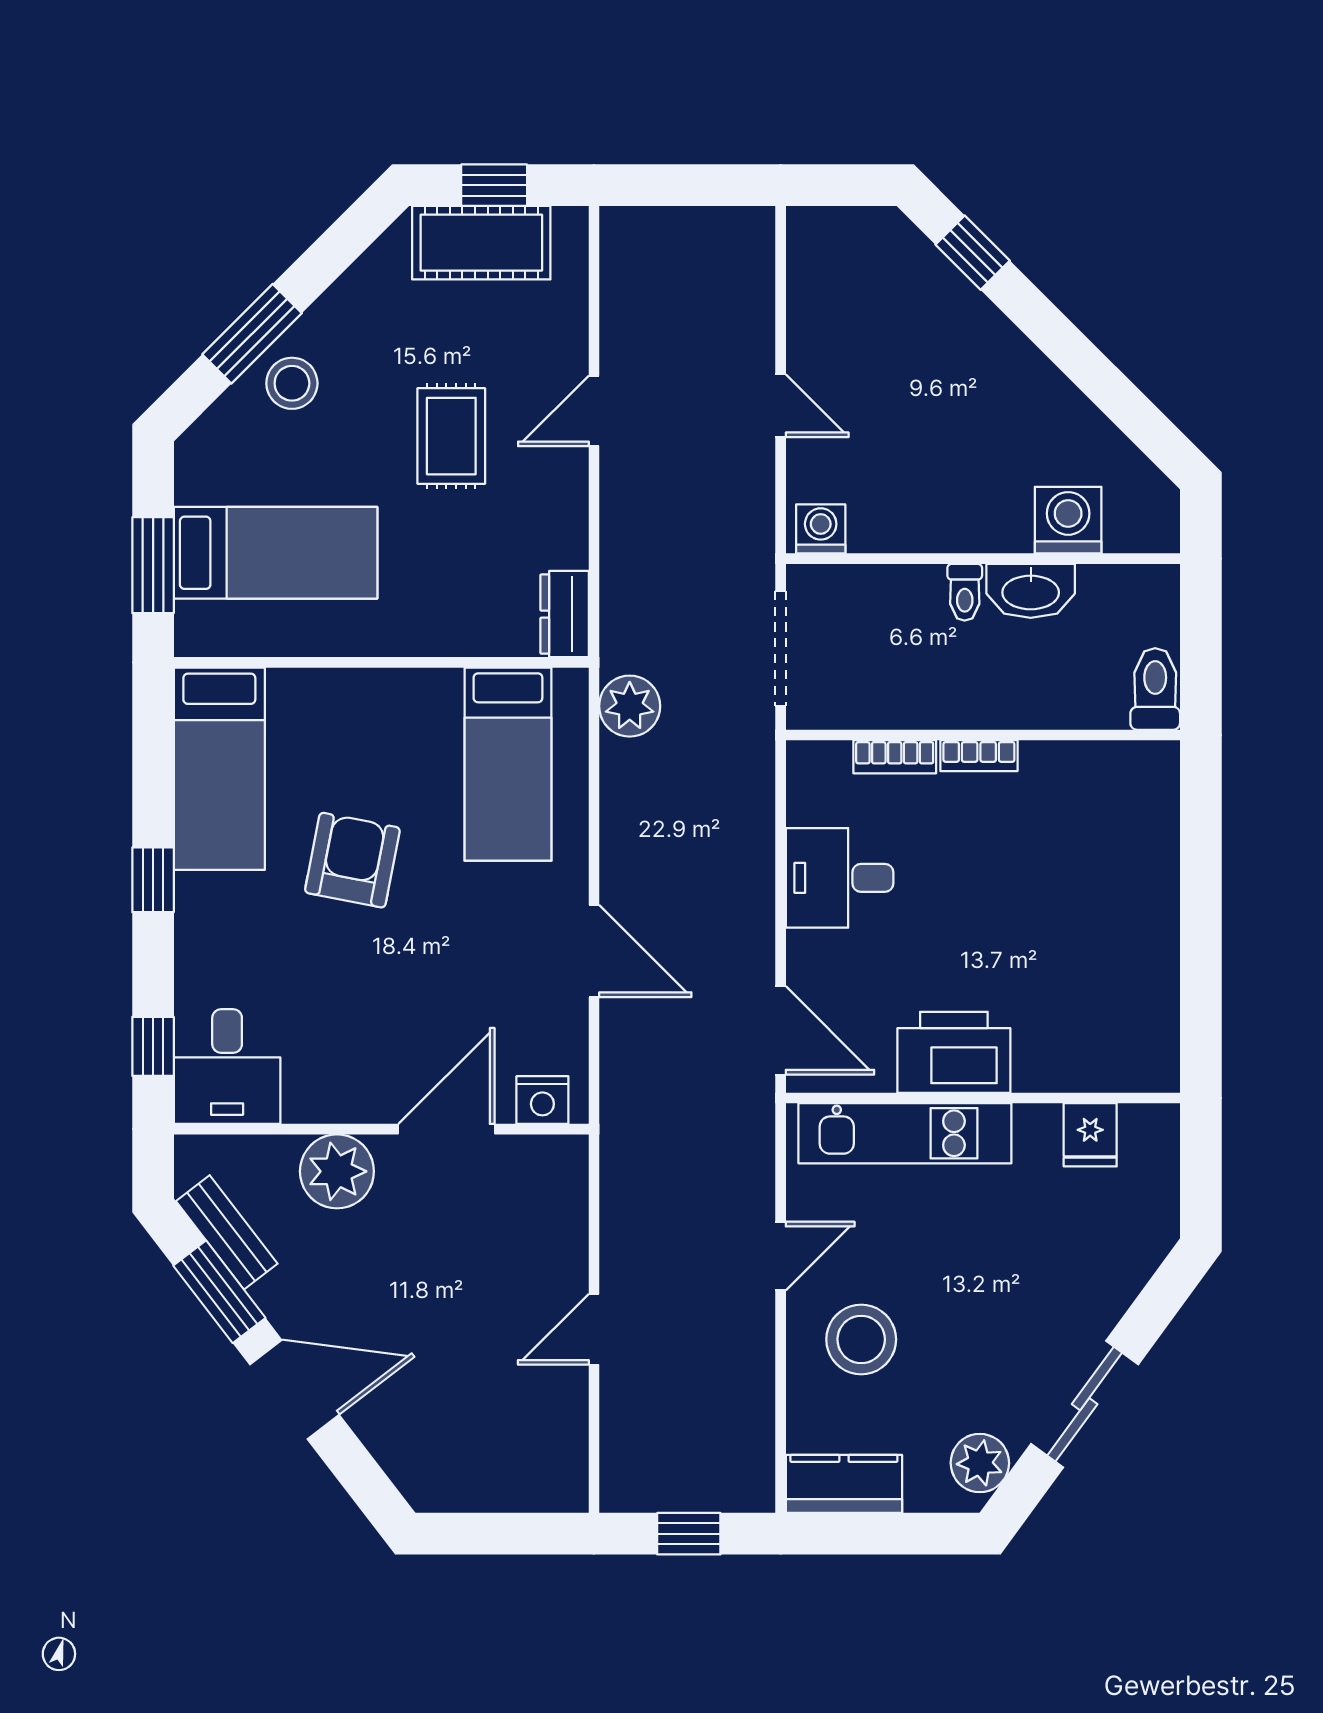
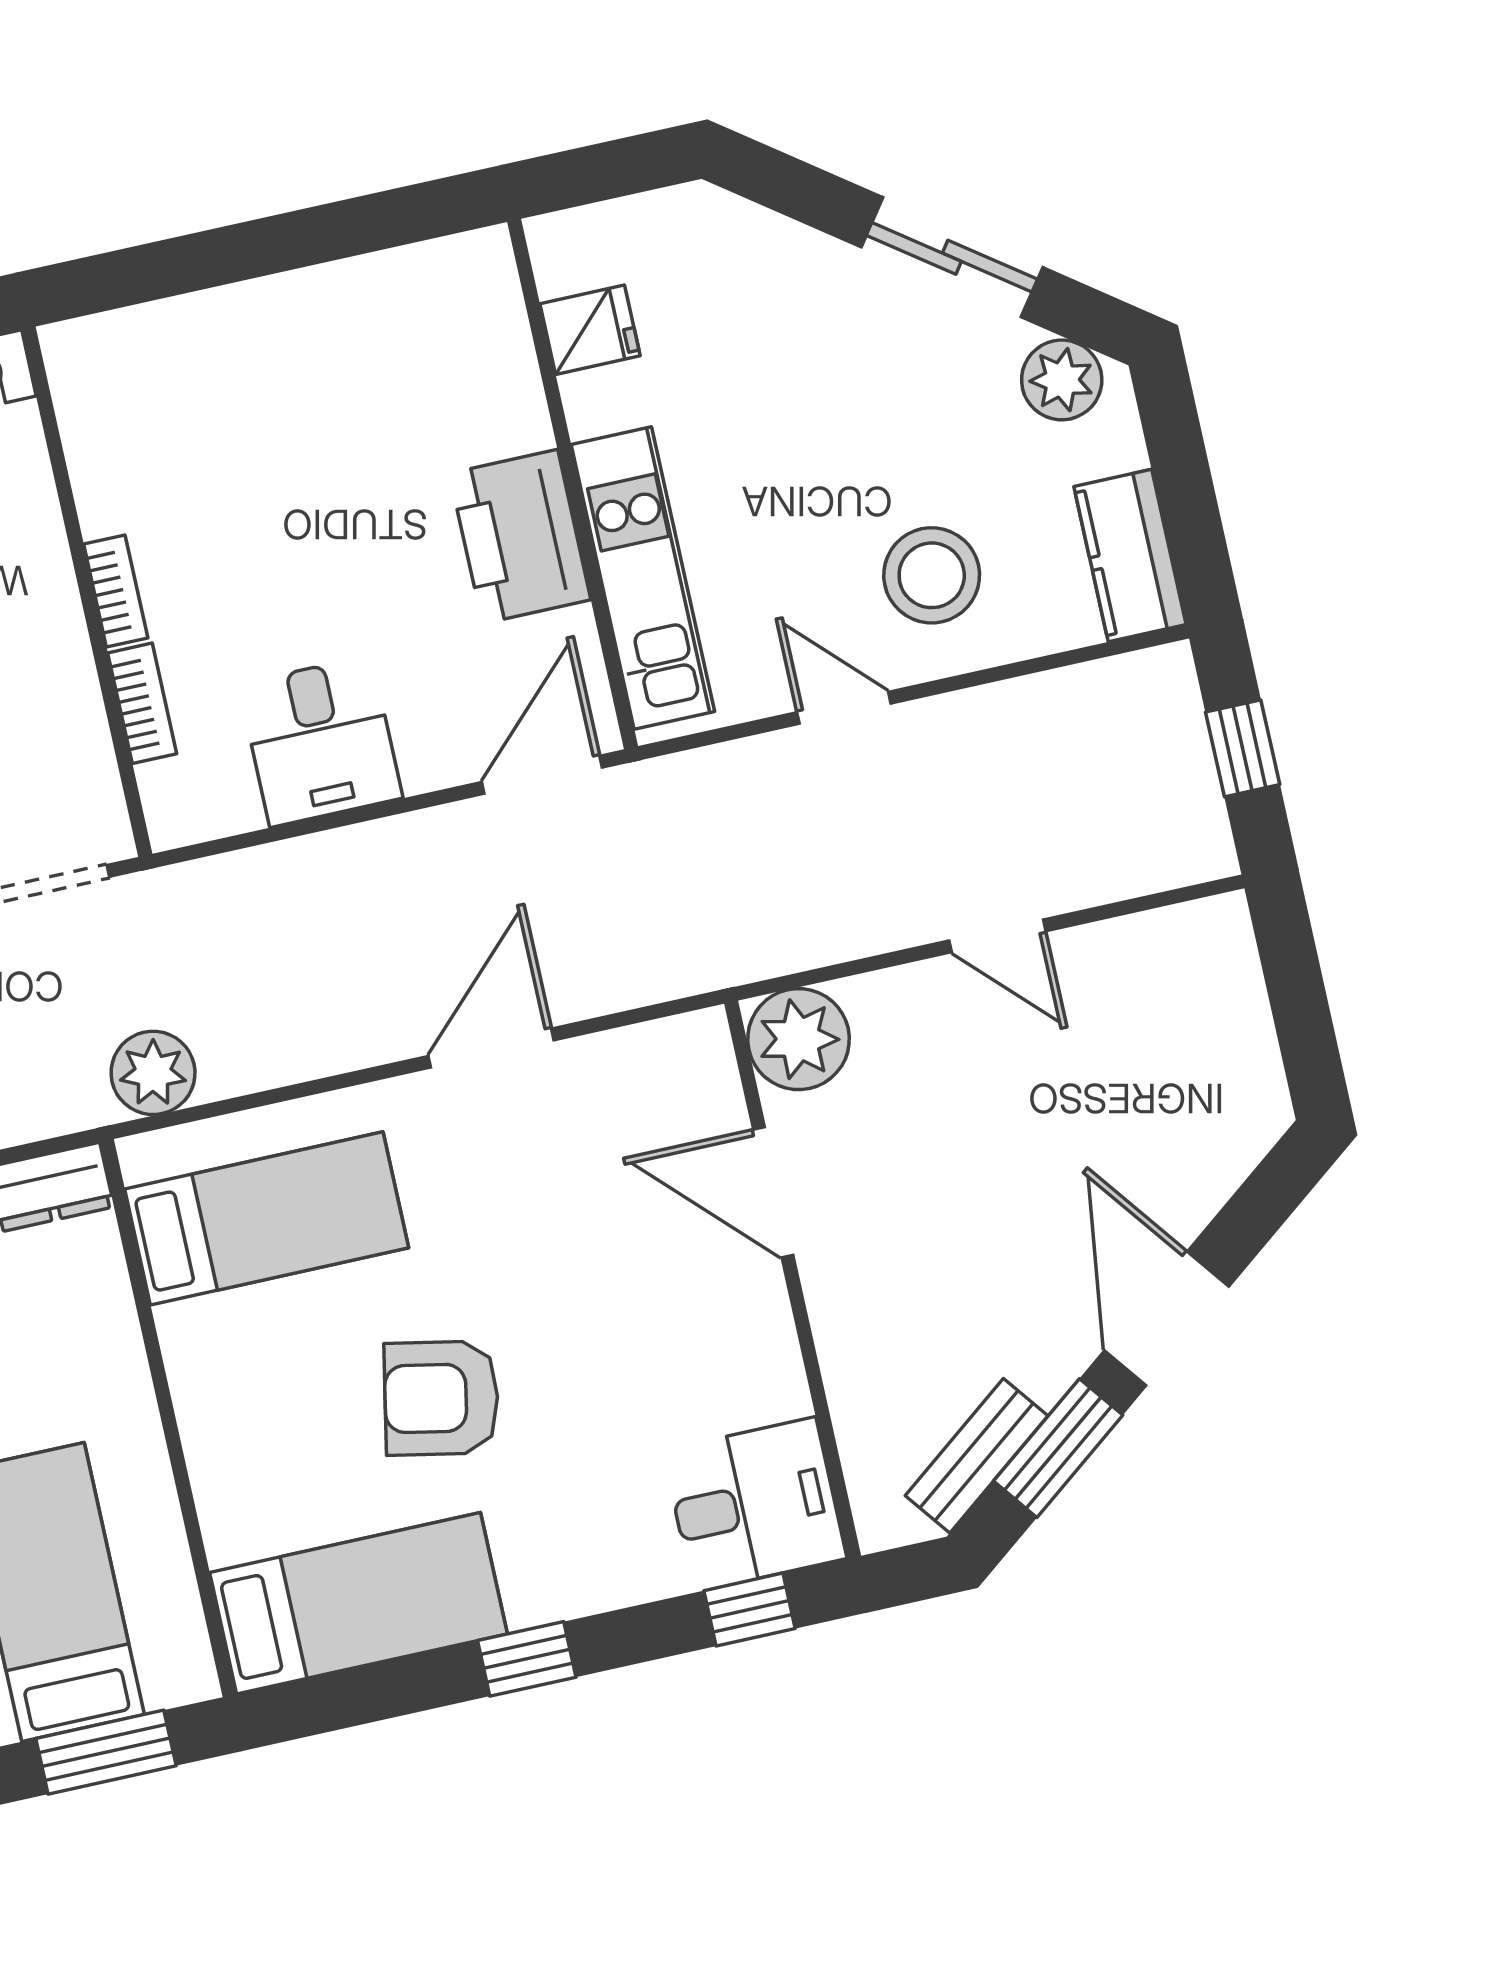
nightstand: (542, 1100) -> (706, 1073), removed
plant: (337, 1171) -> (799, 1039), moved

